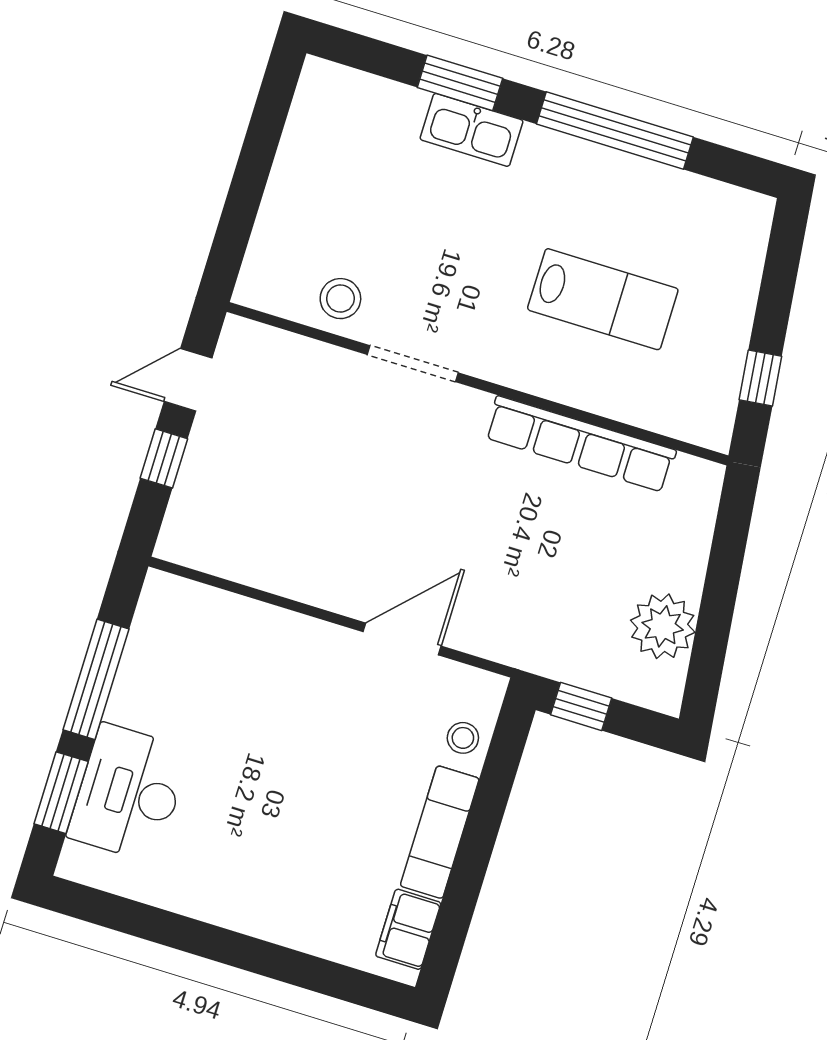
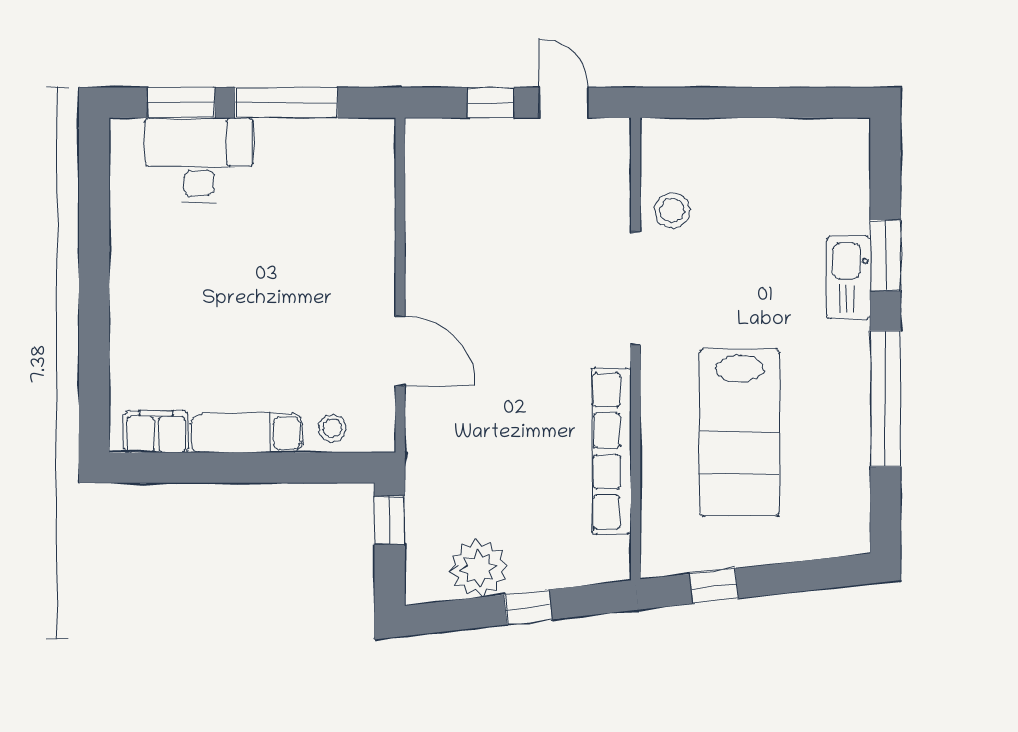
lab bench: (603, 299) -> (740, 432), width x1.36, depth x1.39
doorway: (413, 364) -> (636, 288), width x1.36
window: (721, 586) -> (528, 607), added

